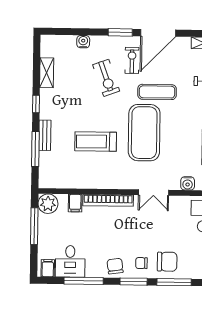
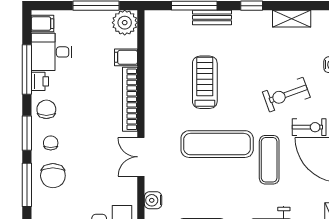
exercise mat: (144, 133) -> (217, 144), width x0.68
chair: (115, 266) -> (46, 109), turned -82
printer: (93, 271) -> (40, 81), added

